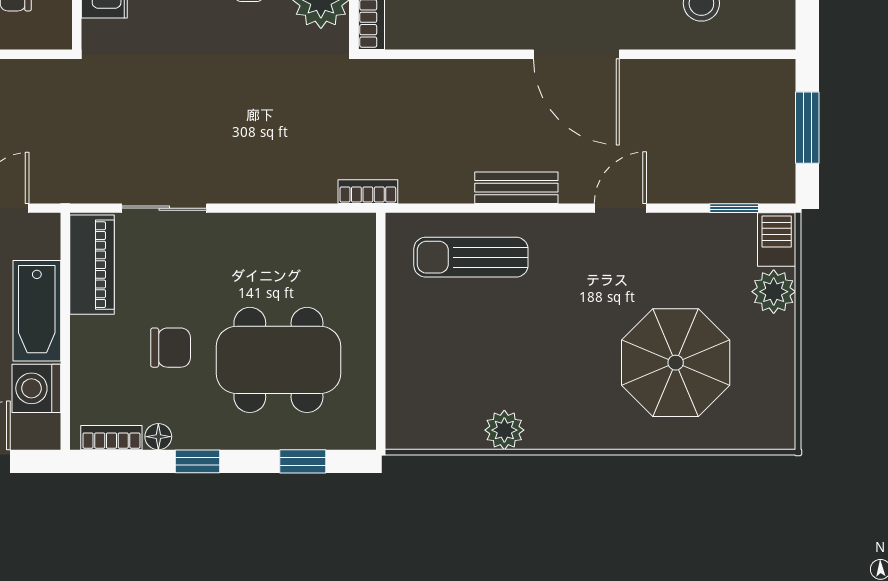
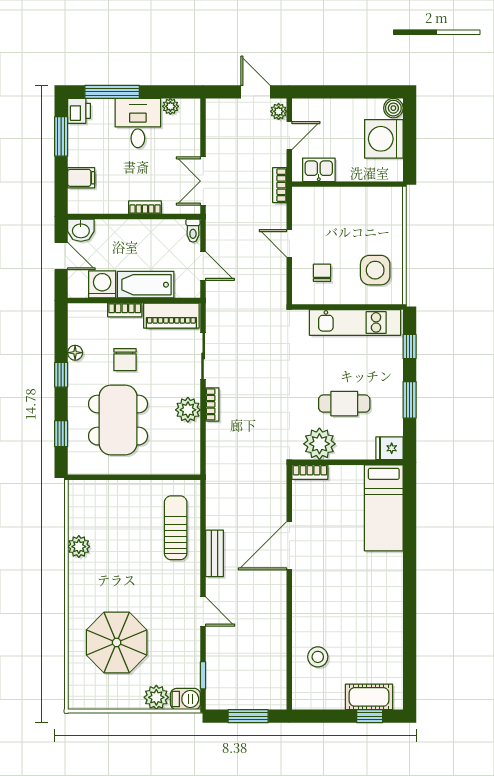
door: (576, 54) -> (289, 546), moved
bookcase: (368, 192) -> (212, 404), moved
plant: (260, 235) -> (188, 410), added
bookcase: (111, 438) -> (125, 310), moved, turned 90

